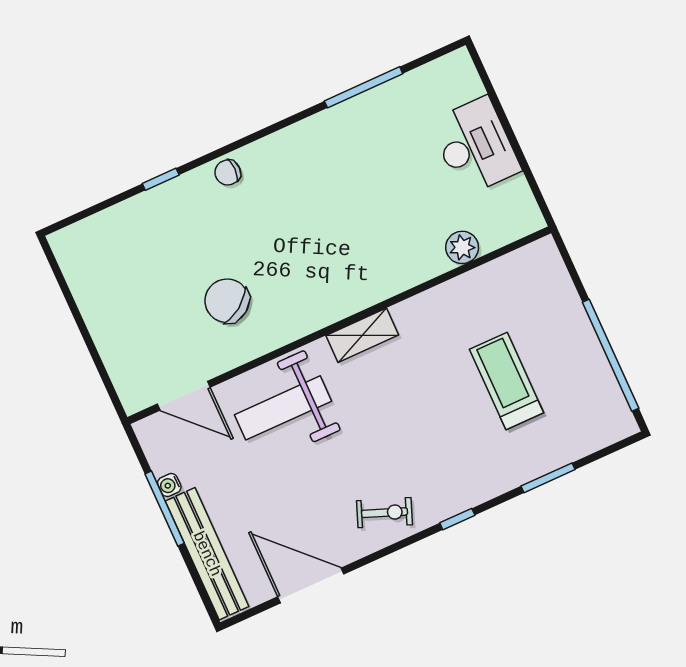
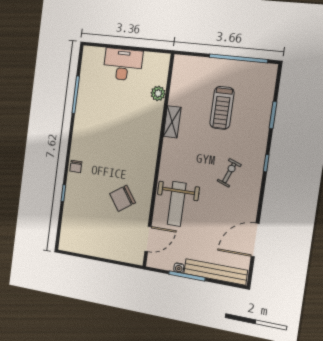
shelving: (362, 335) -> (172, 122), moved
treadmill: (507, 381) -> (222, 108), turned -90
exercise bike: (384, 513) -> (229, 173), moved

